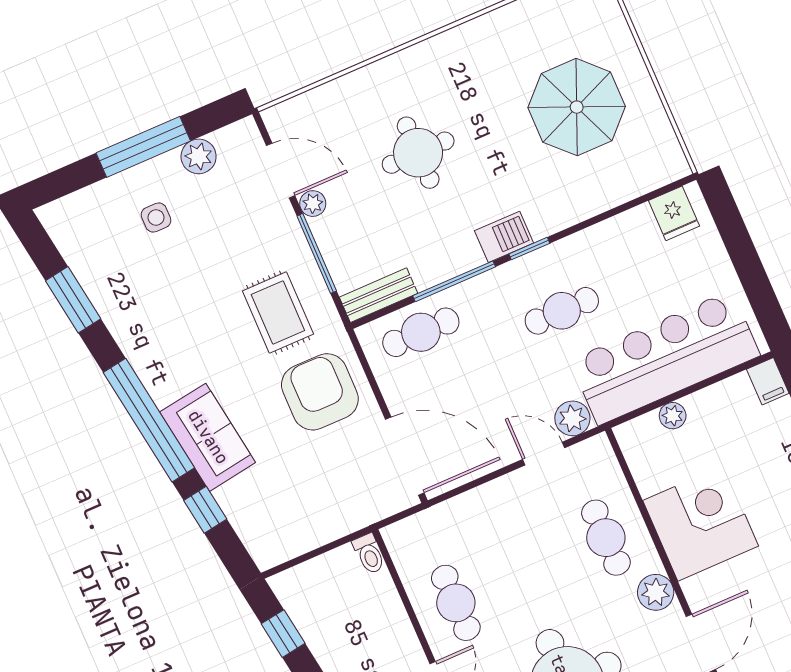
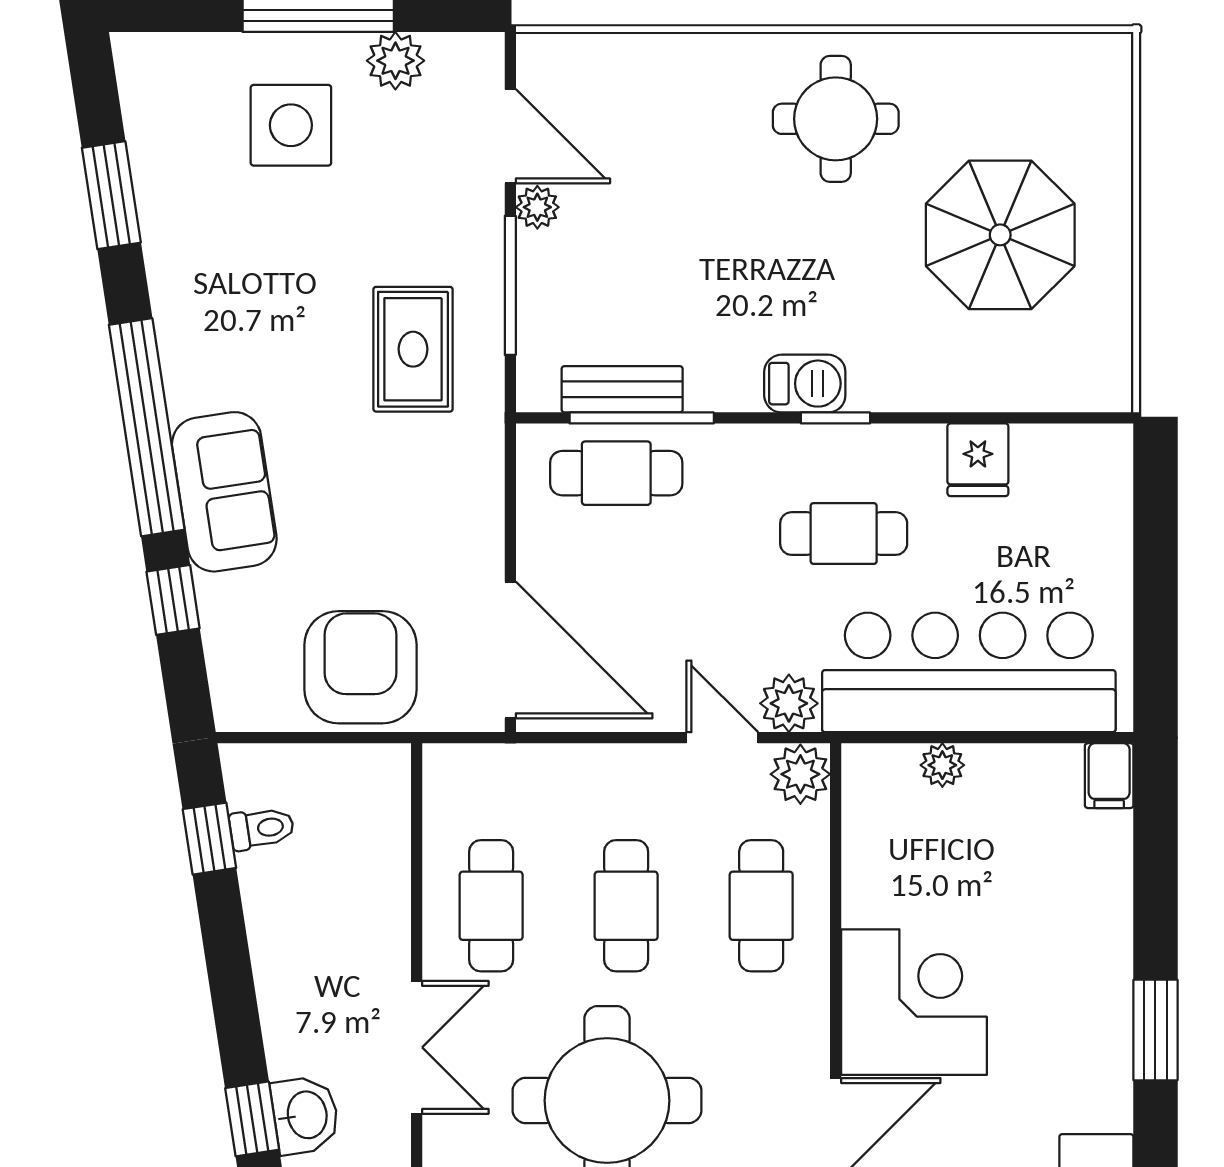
round table: (418, 153) -> (836, 119), moved
fridge: (674, 213) -> (978, 460), moved
side table: (156, 218) -> (291, 125), width x1.87, depth x1.87
window: (454, 281) -> (642, 418), moved
bench: (378, 295) -> (622, 389), moved
armchair: (320, 392) -> (360, 667), moved
corner desk: (701, 523) -> (914, 1002), moved
toilet: (369, 554) -> (262, 828), moved, turned -99
cafe table: (531, 570) -> (626, 906), added
plant: (656, 592) -> (800, 774), moved

